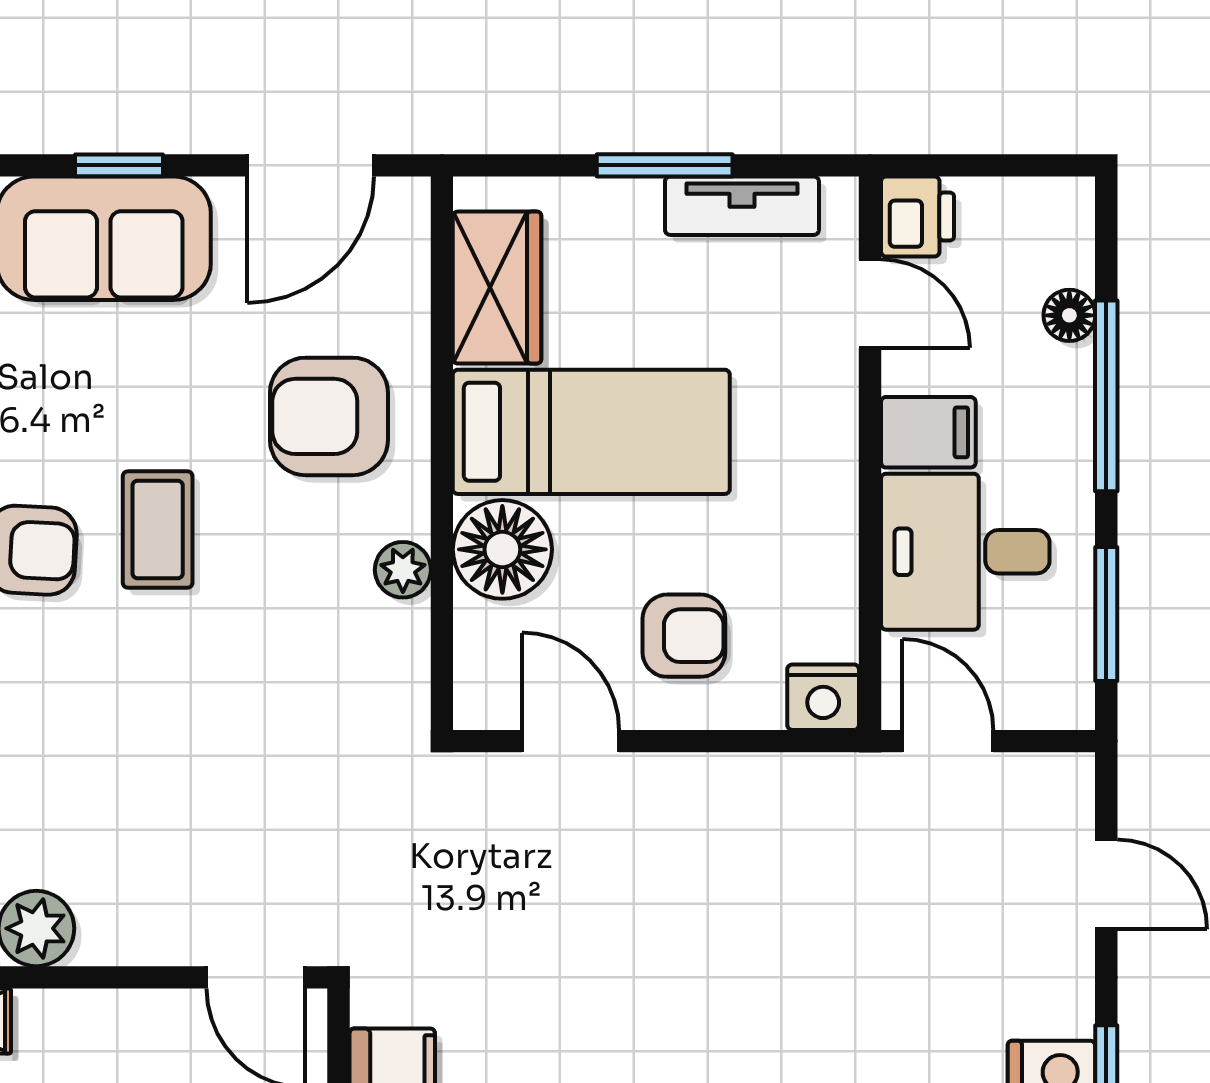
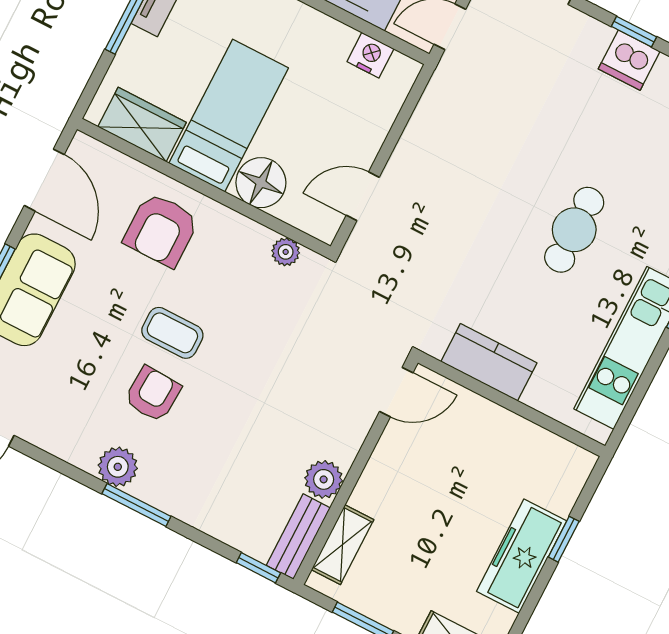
plant: (403, 570) -> (286, 252), moved
armchair: (684, 636) -> (342, 121), removed
nightstand: (823, 697) -> (370, 55), moved, turned -90

